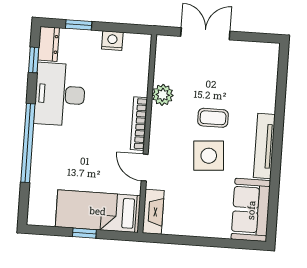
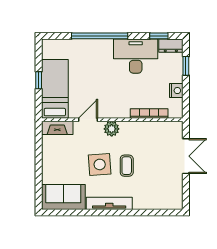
plant: (163, 95) -> (112, 129), moved
bookcase: (139, 124) -> (149, 113), moved

